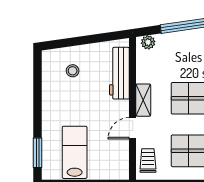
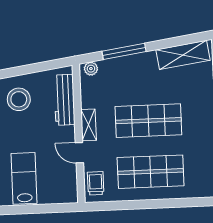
stool: (73, 71) -> (19, 99), width x1.89, depth x1.89
door: (133, 128) -> (79, 153), hinge flipped

